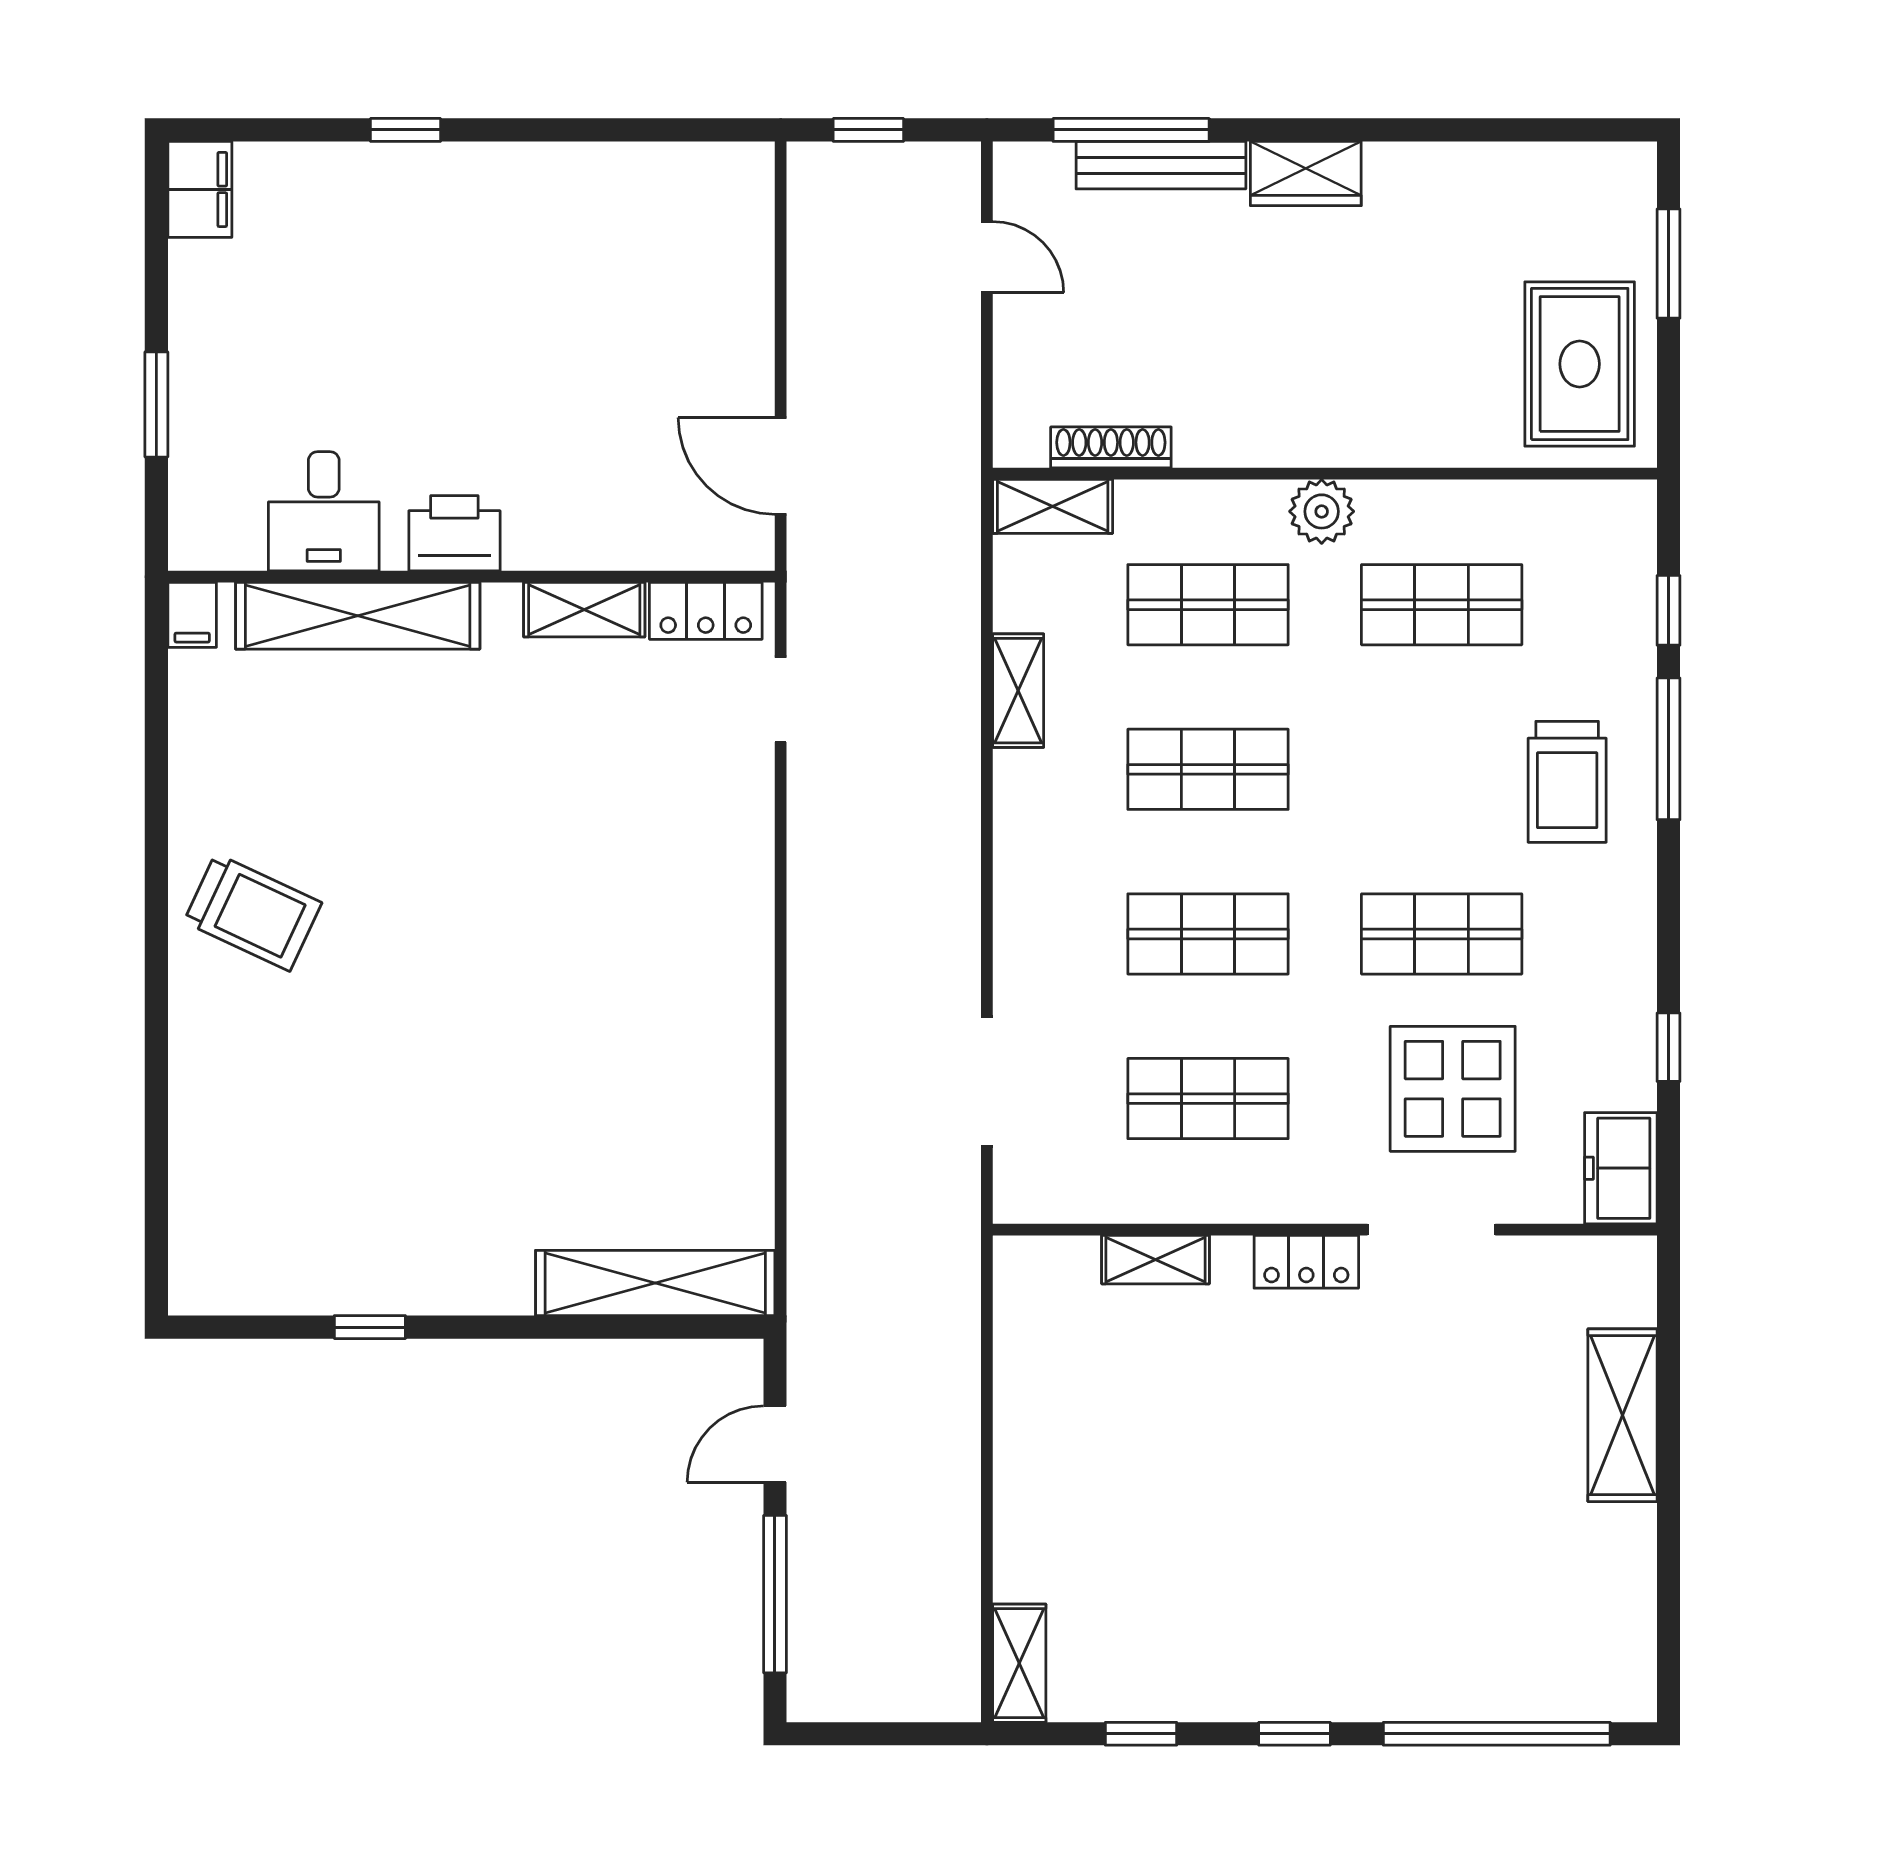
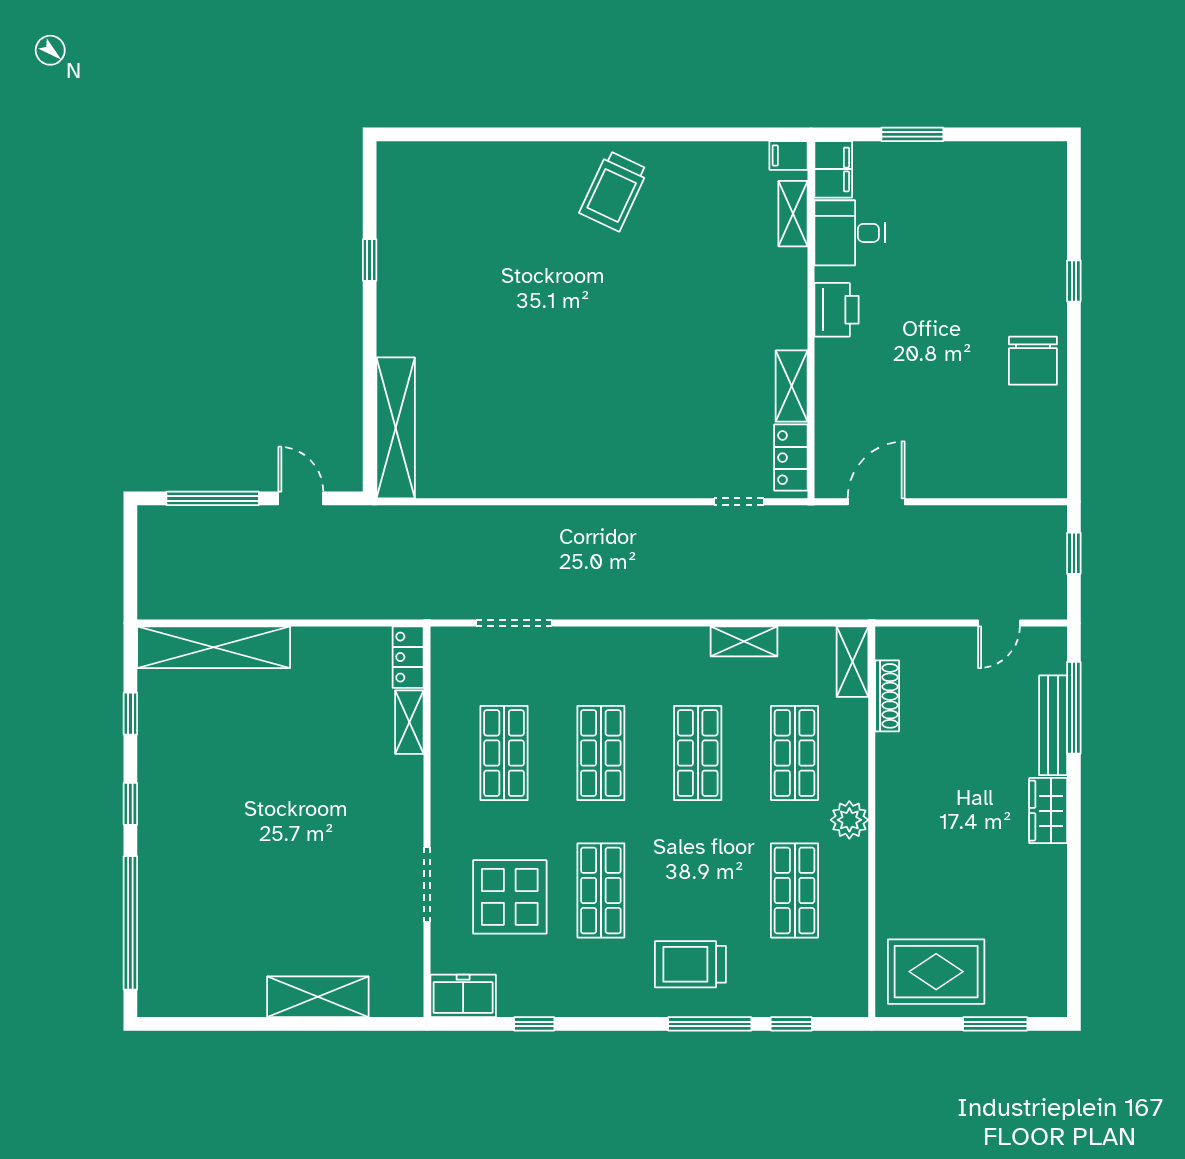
filing cabinet: (200, 189) -> (833, 169), moved, turned -90
chair: (541, 199) -> (1033, 361), added
shelving: (358, 616) -> (793, 214), width x0.45, depth x0.75
locker: (1306, 1262) -> (408, 657), moved
shelving: (1019, 1663) -> (214, 647), width x2.20, depth x1.33

